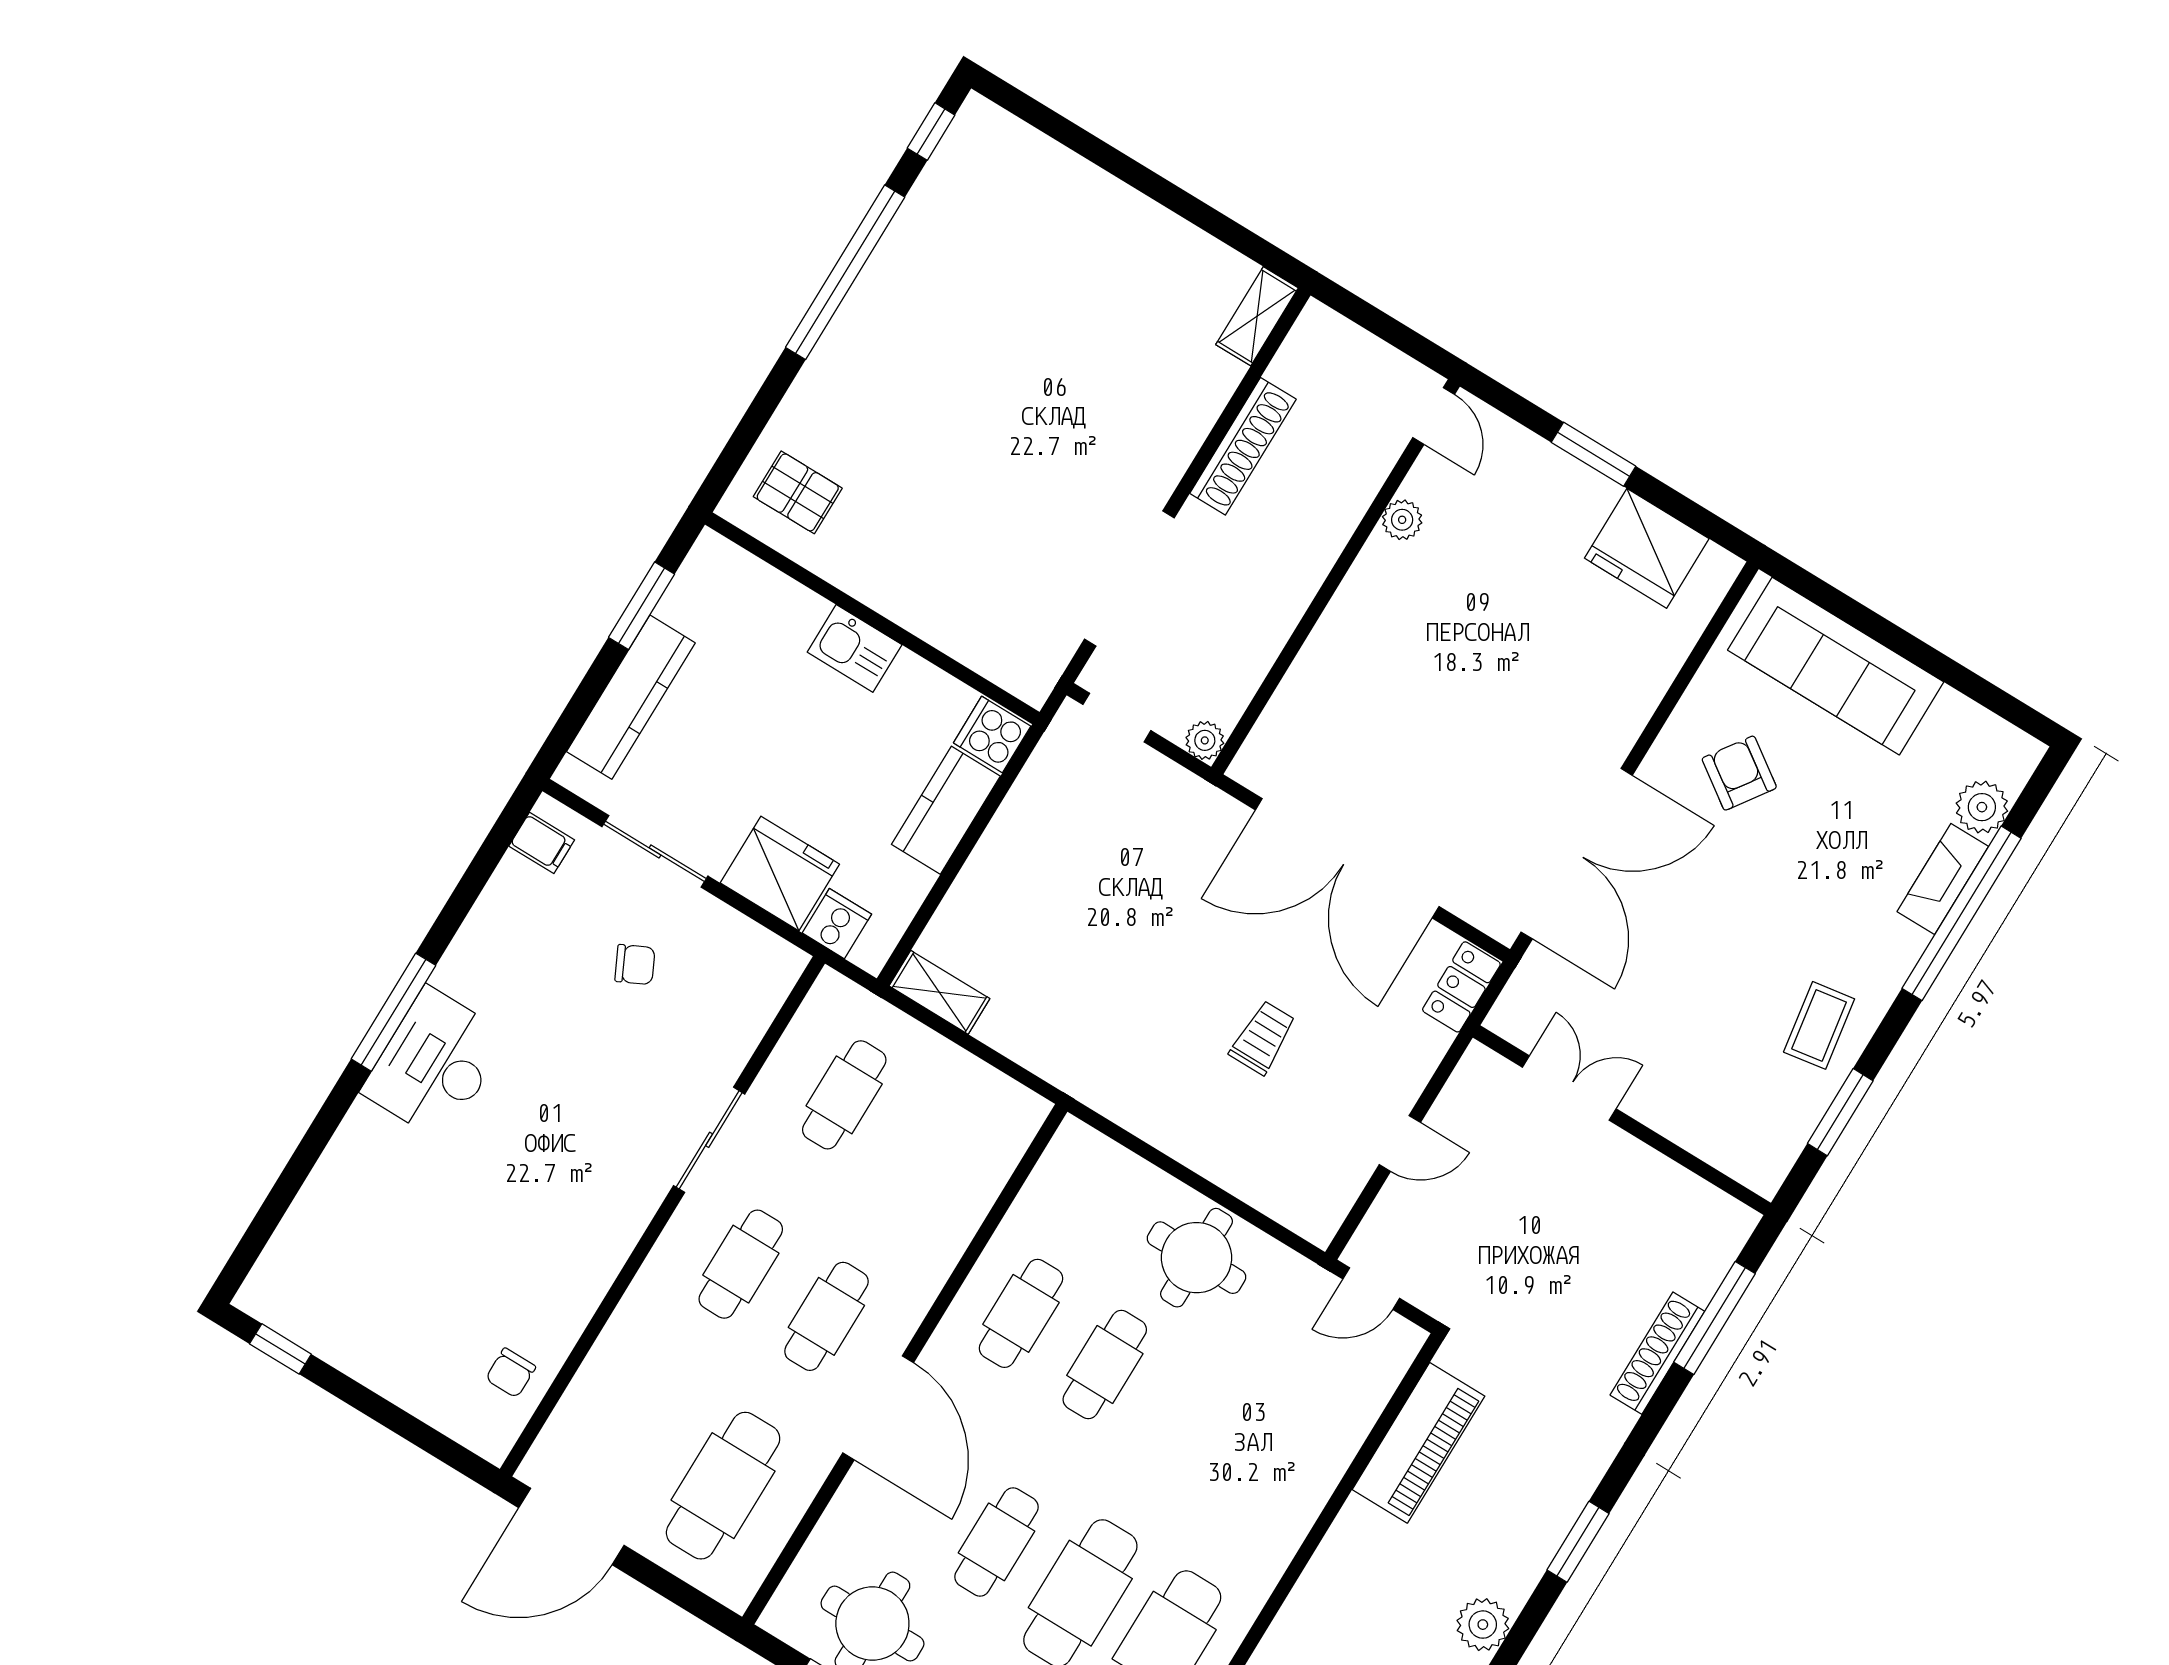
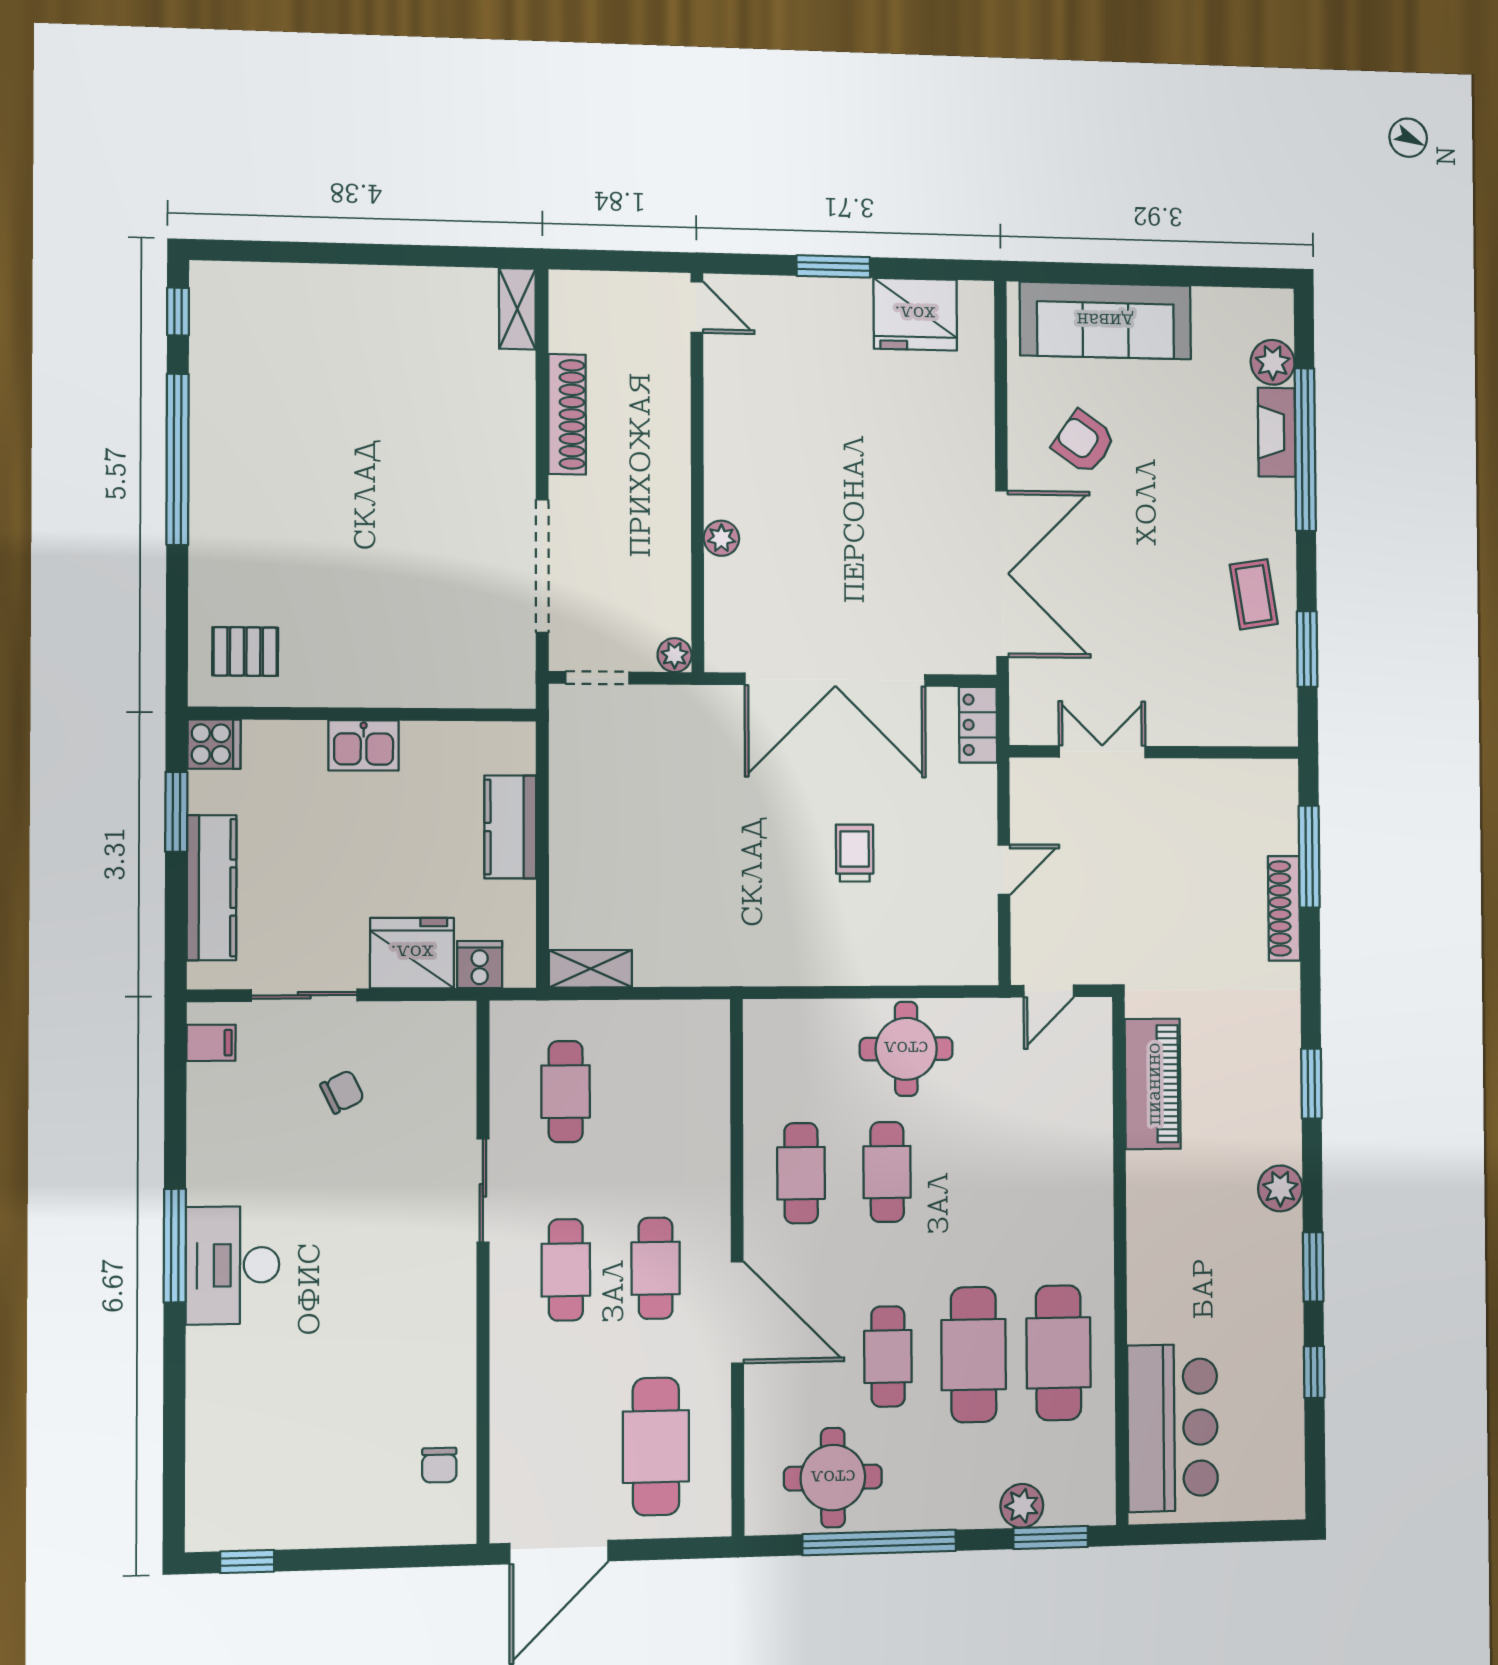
plant: (1402, 520) -> (721, 538), moved
cooker: (992, 735) -> (214, 744), moved, turned 180

